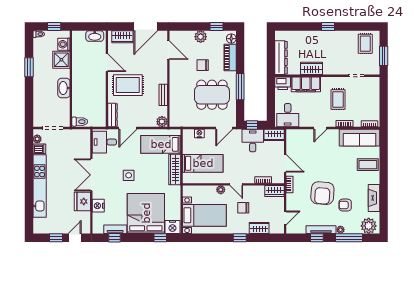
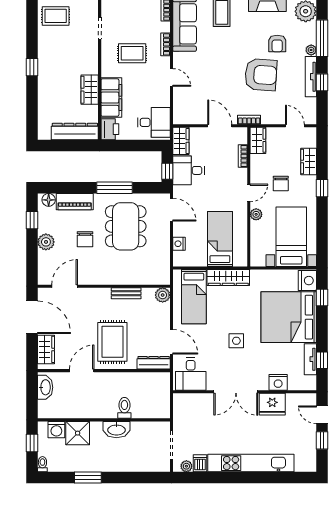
toilet: (80, 122) -> (124, 408), moved
door: (285, 163) -> (220, 126), hinge flipped

